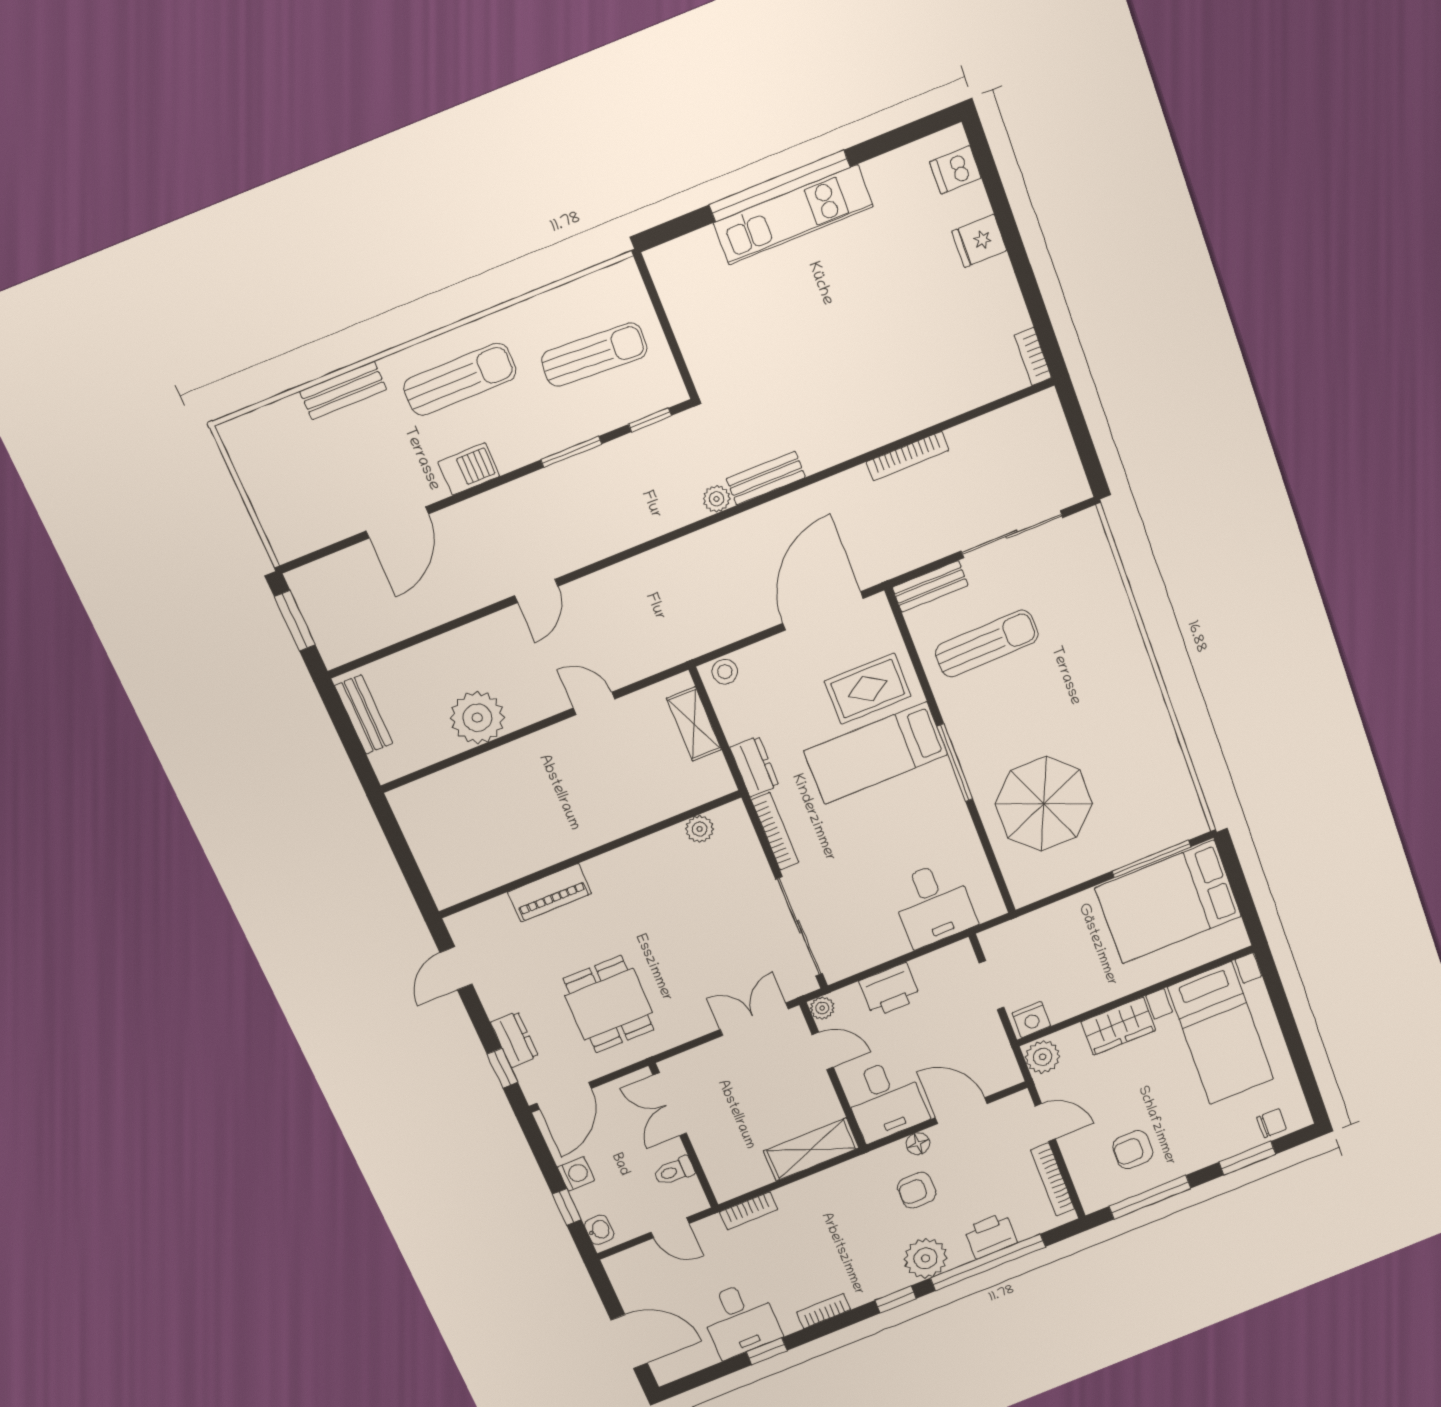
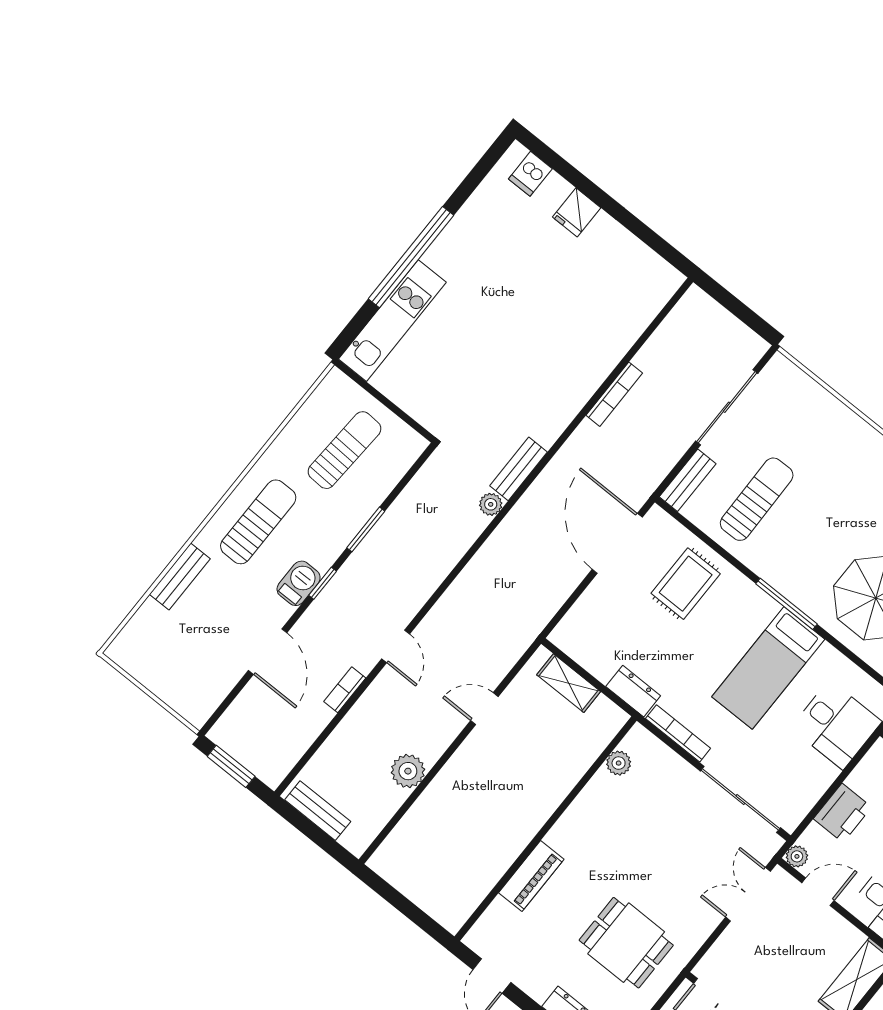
kitchen unit: (793, 215) -> (392, 321), moved
bookcase: (1033, 356) -> (345, 690), moved, turned 90
window: (650, 420) -> (323, 583), moved
stool: (725, 672) -> (569, 630), removed
plant: (477, 718) -> (408, 771), width x0.73, depth x0.73
bed: (876, 753) -> (768, 668), moved

